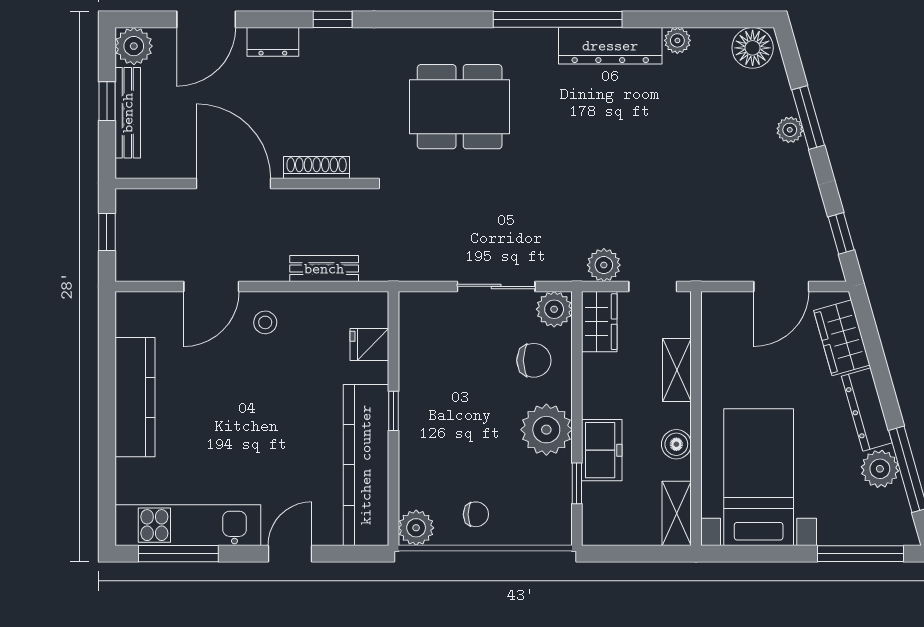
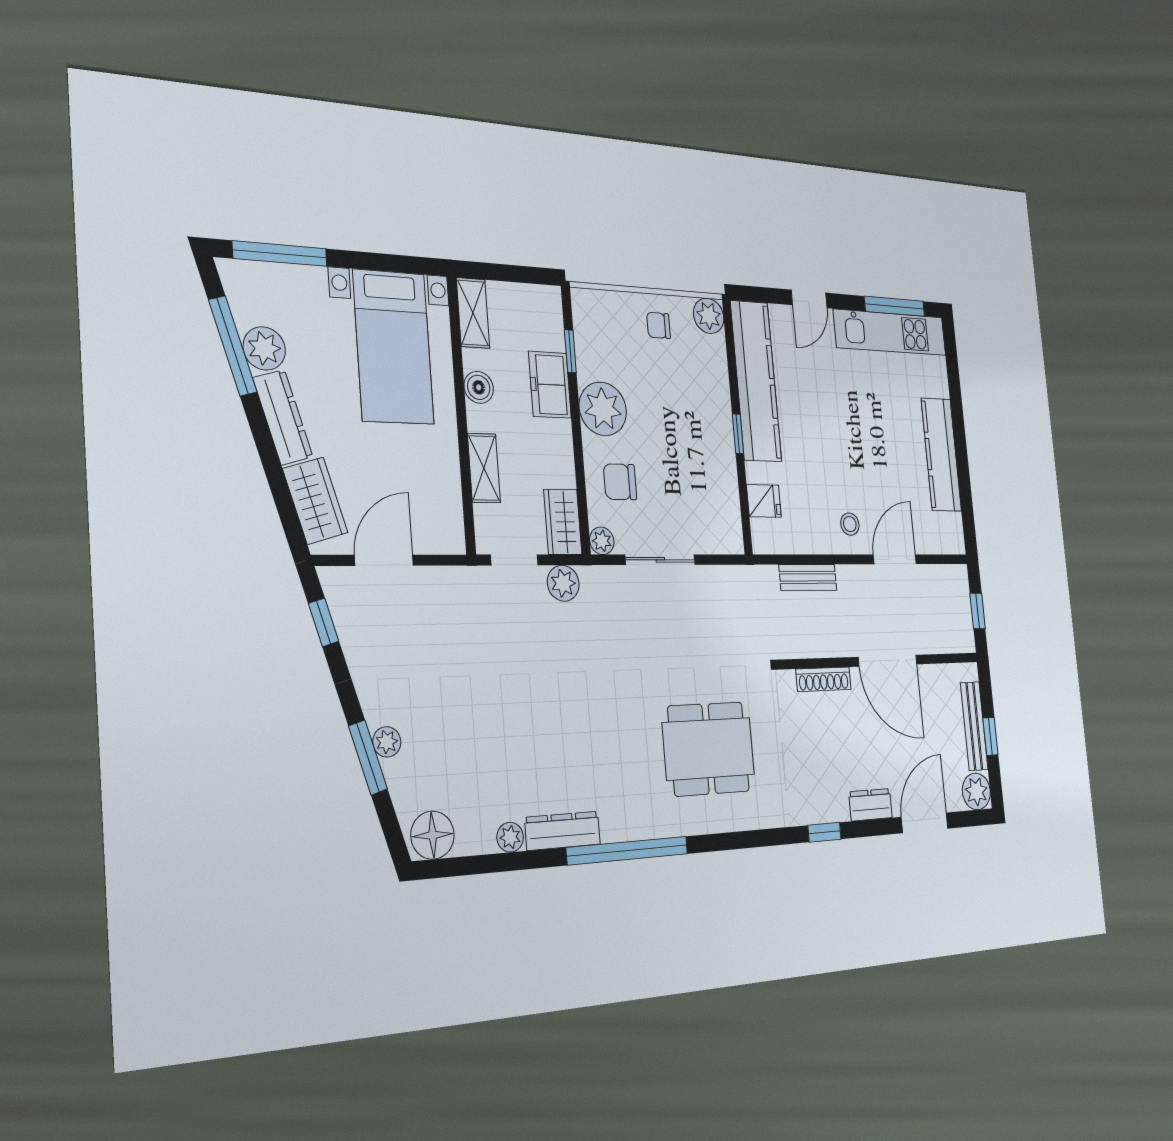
dresser: (610, 46) -> (563, 831), width x0.73, depth x0.80
plant: (554, 309) -> (602, 541), width x0.73, depth x0.73

